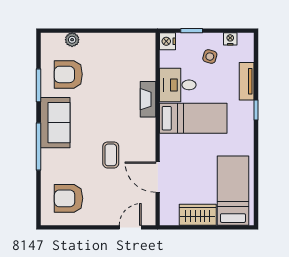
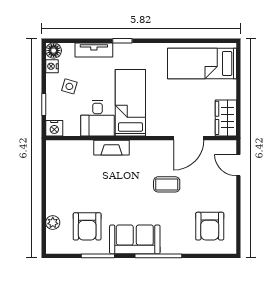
floor lamp: (246, 41) -> (54, 51), added
wardrobe: (198, 215) -> (226, 118), moved

